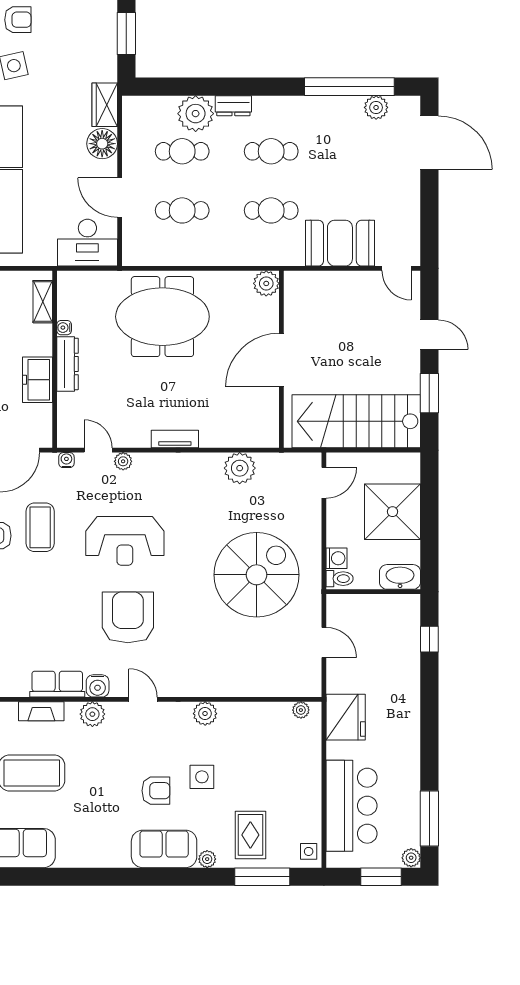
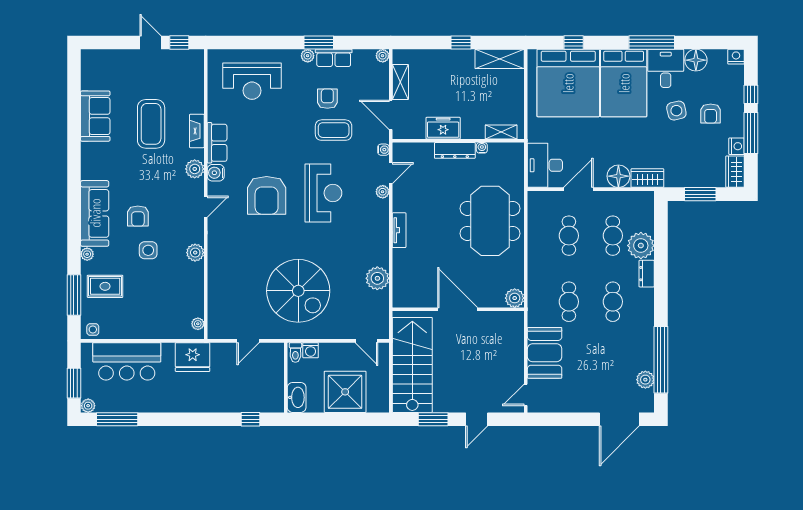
reception desk: (125, 541) -> (323, 193), turned 180
armchair: (128, 617) -> (267, 195), turned 90
sofa: (164, 849) -> (95, 213), width x1.36

